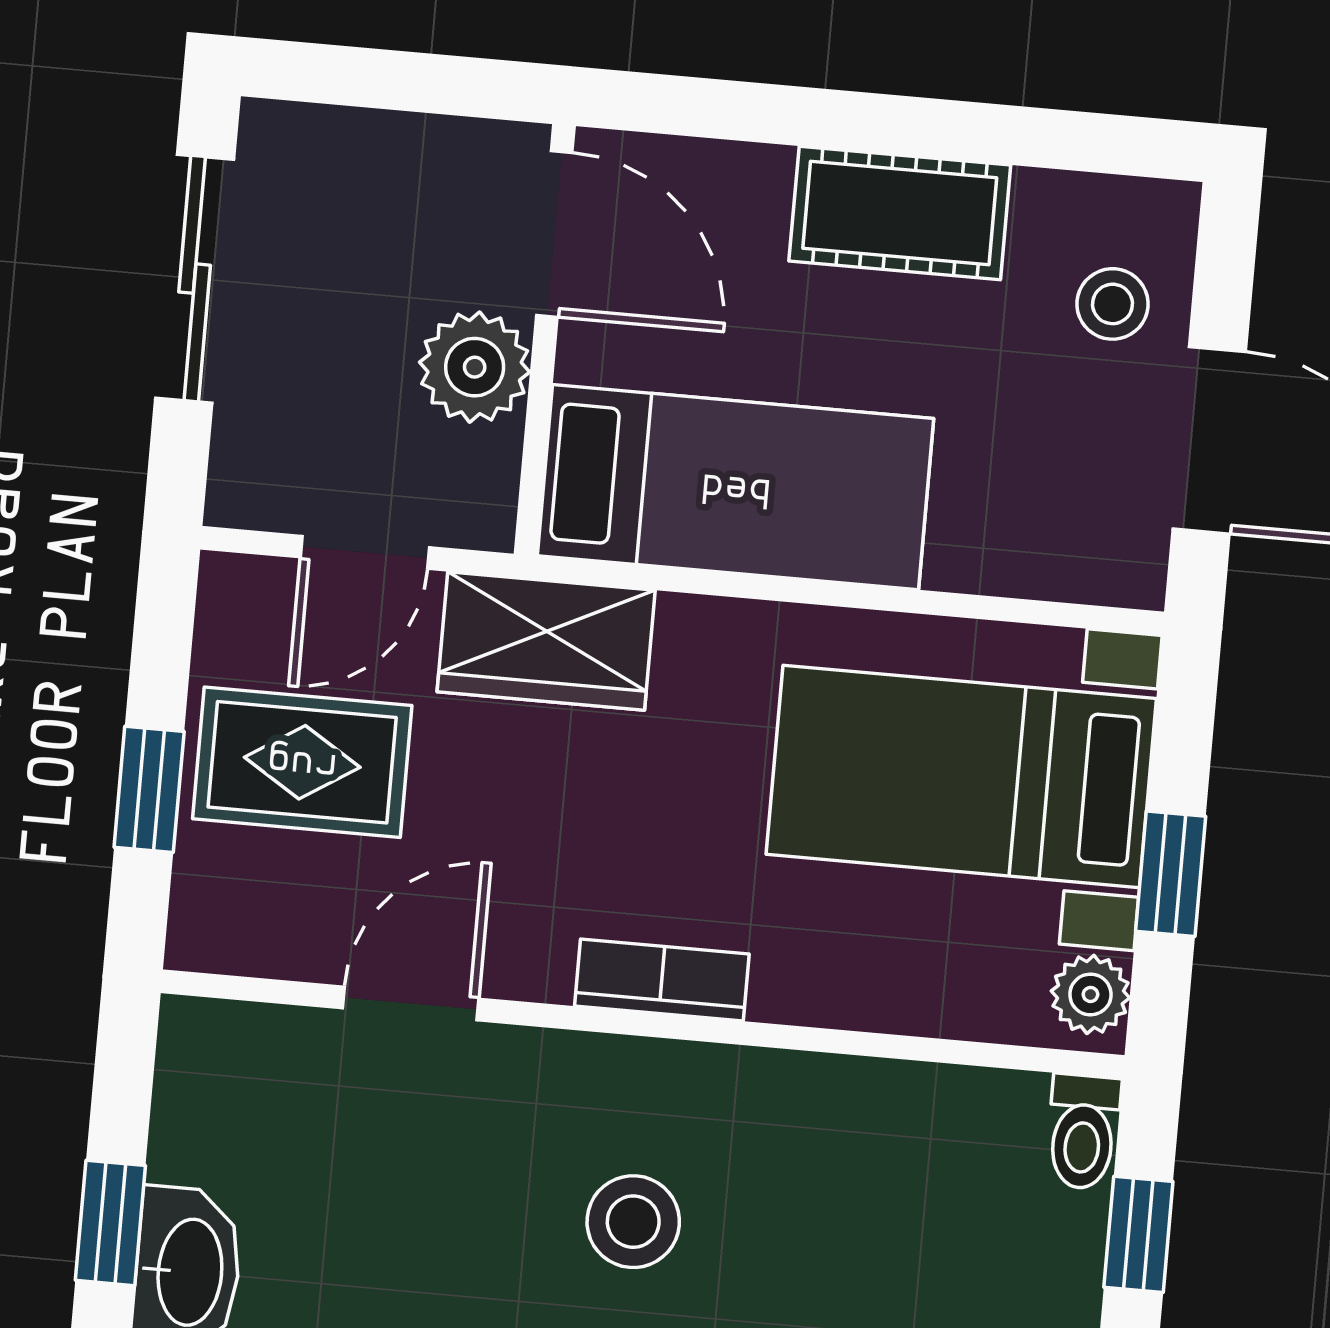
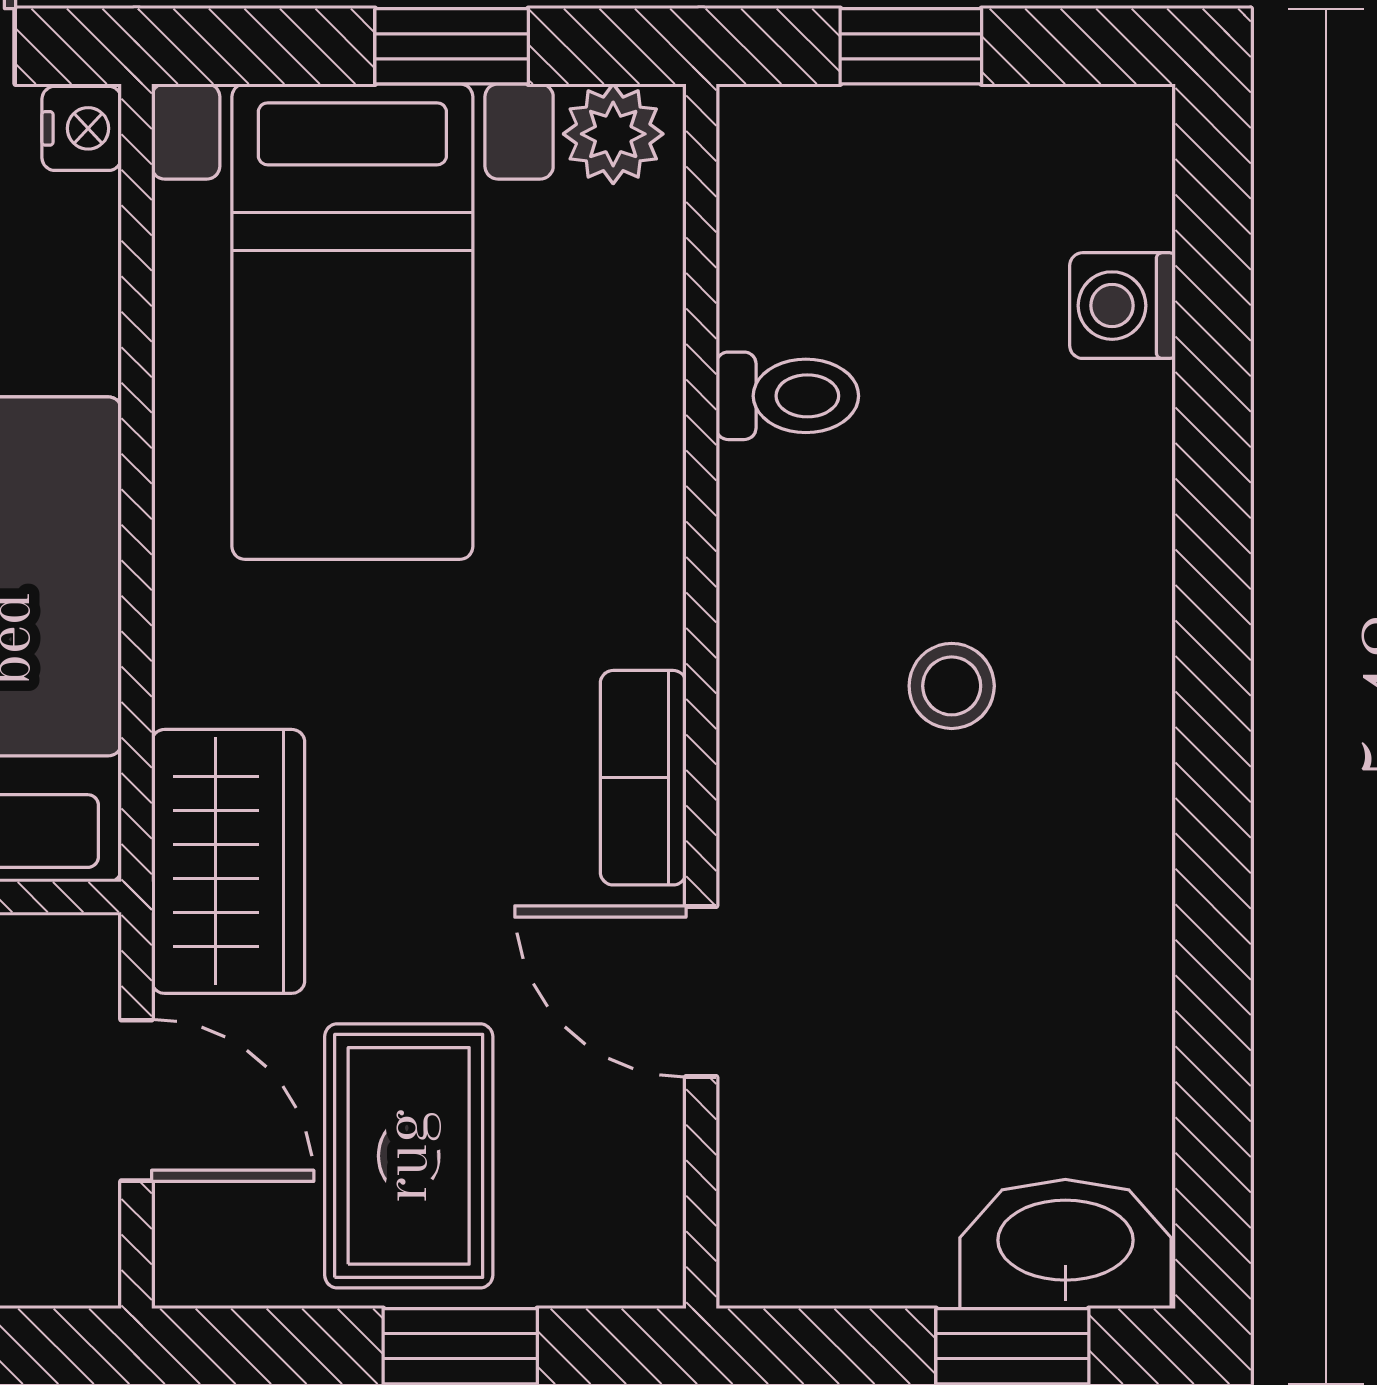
nightstand: (1132, 577) -> (82, 128), added
bookcase: (662, 980) -> (643, 778), moved
toilet: (1083, 1132) -> (787, 396), moved
stool: (633, 1222) -> (952, 686), width x0.73, depth x0.73

